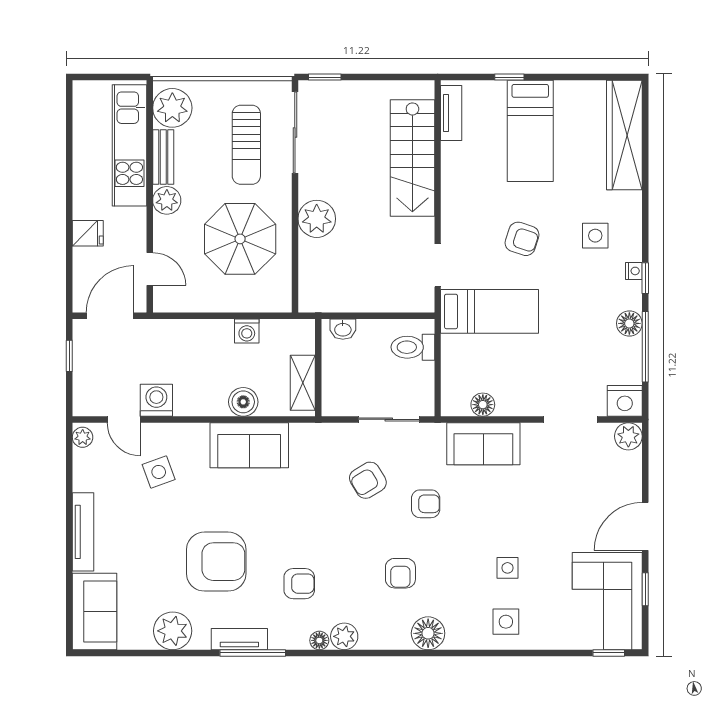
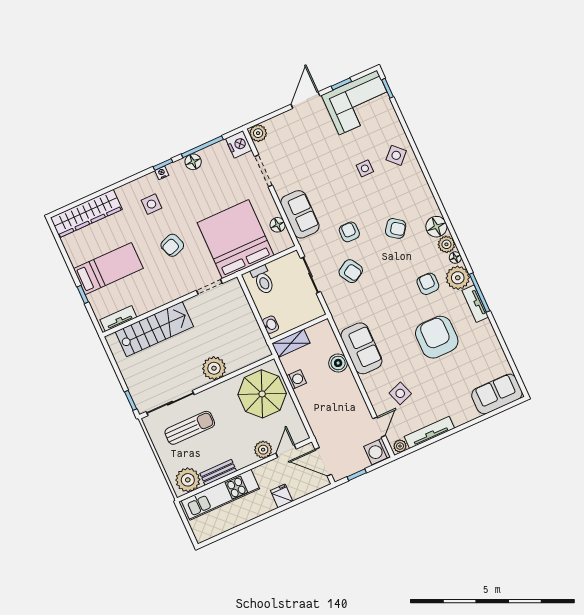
plant: (167, 200) -> (263, 450), moved
parasol: (240, 239) -> (262, 394), moved
armchair: (522, 239) -> (172, 245), turned -128
bed: (490, 311) -> (236, 239), width x2.04
shelving: (303, 383) -> (291, 343), moved
washing machine: (156, 400) -> (377, 451), moved
door: (645, 526) -> (305, 100), swing flipped
tv unit: (83, 532) -> (429, 432), moved
armchair: (400, 573) -> (396, 228), turned 36
side table: (506, 622) -> (396, 155), turned 45
plant: (173, 631) -> (458, 278), moved
floor lamp: (428, 633) -> (436, 227), moved

